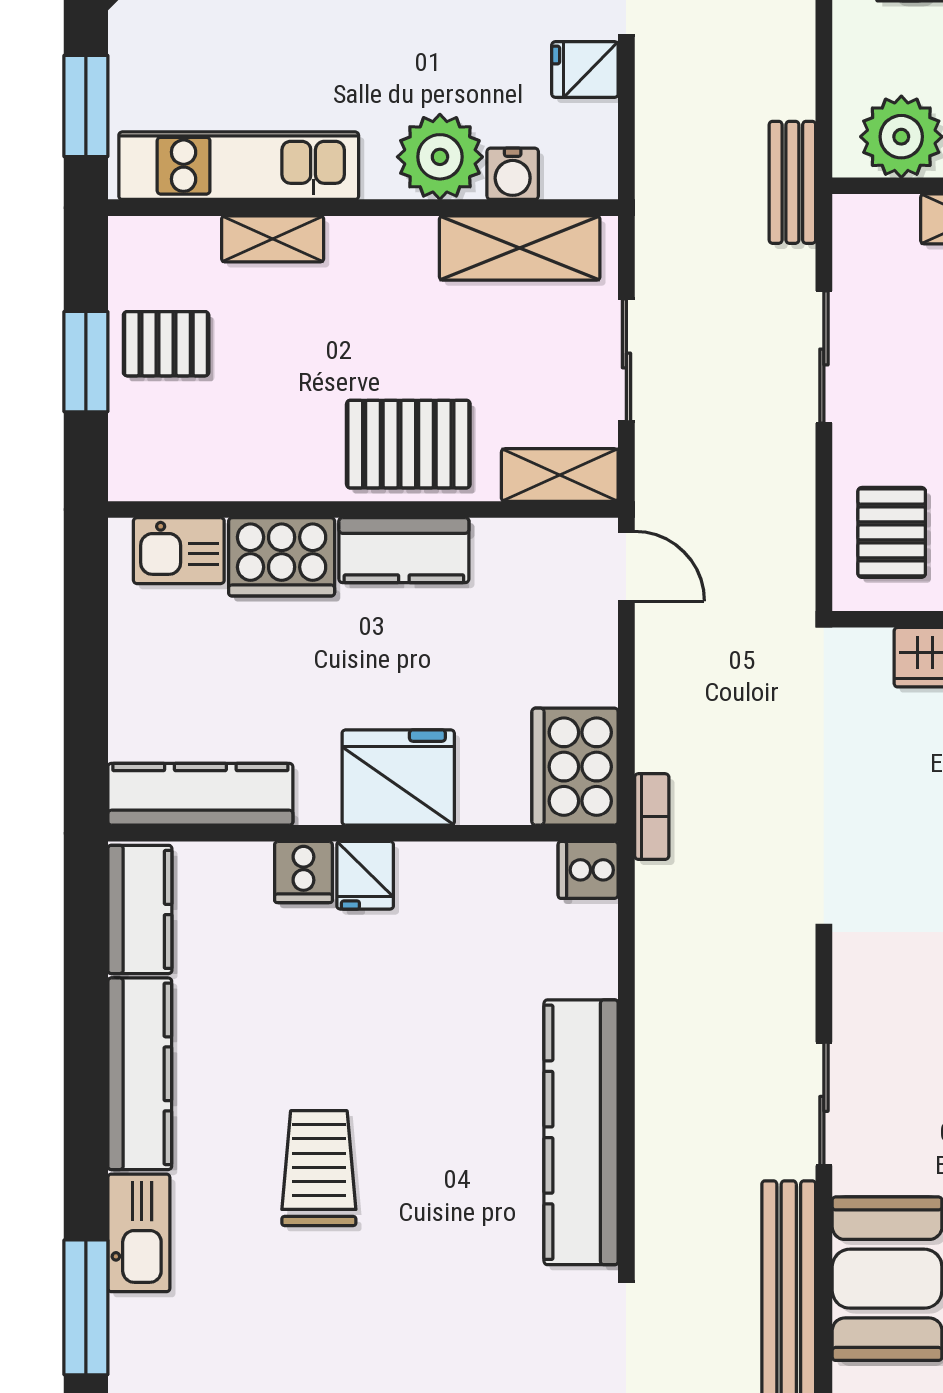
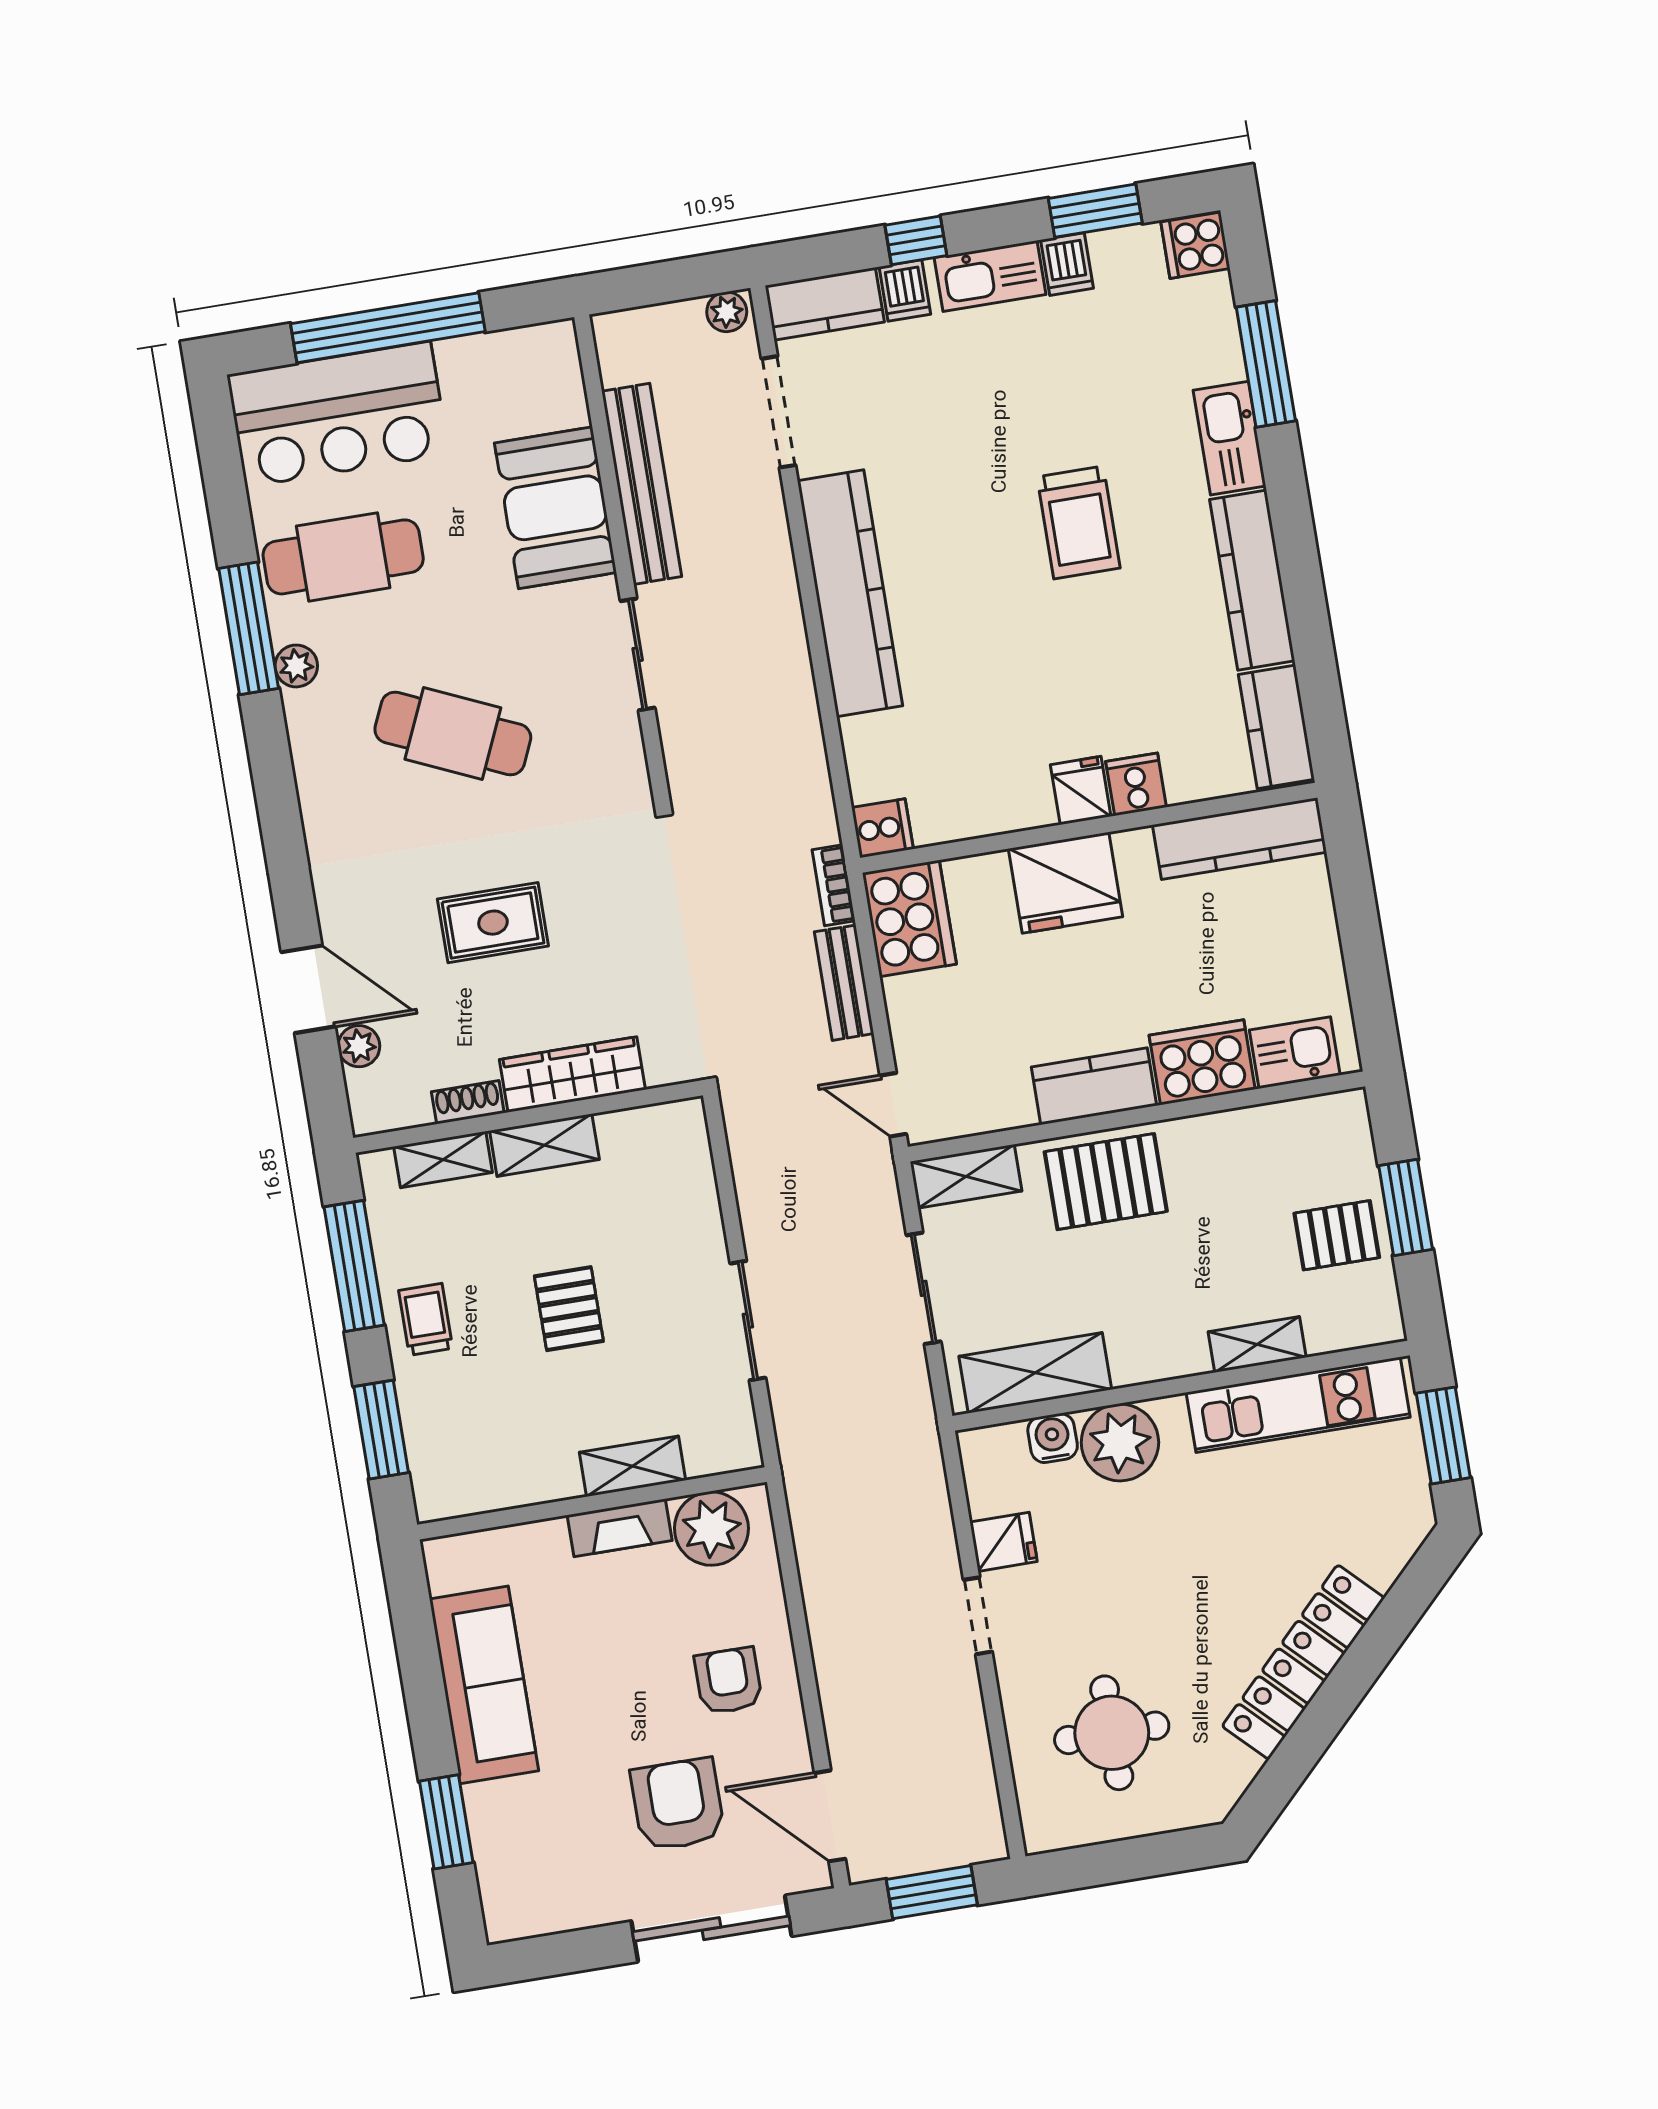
bench: (792, 182) -> (844, 983), moved
pallet: (892, 532) -> (662, 1174), removed

